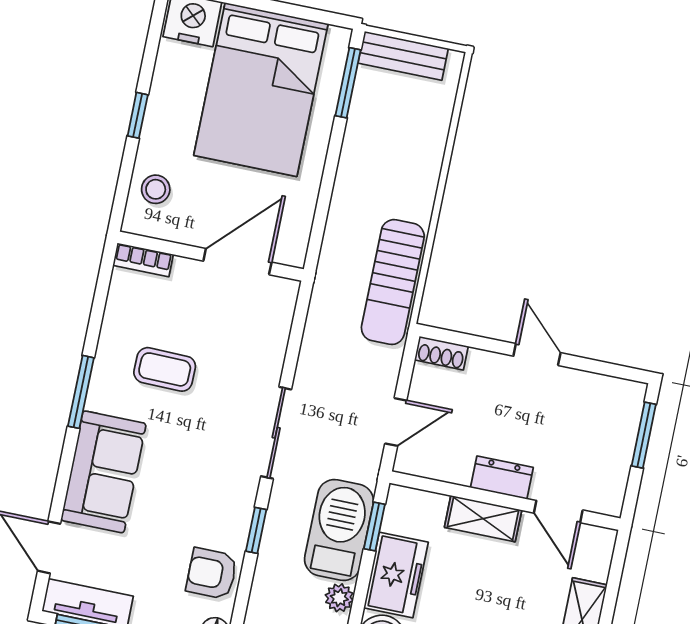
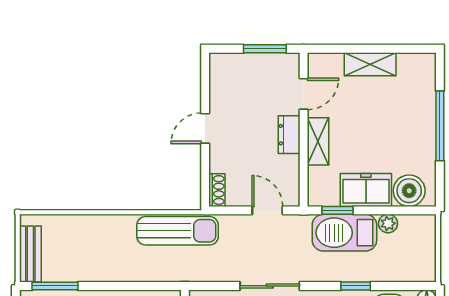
sliding door: (276, 433) -> (270, 286), moved
window: (644, 435) -> (265, 49), moved

